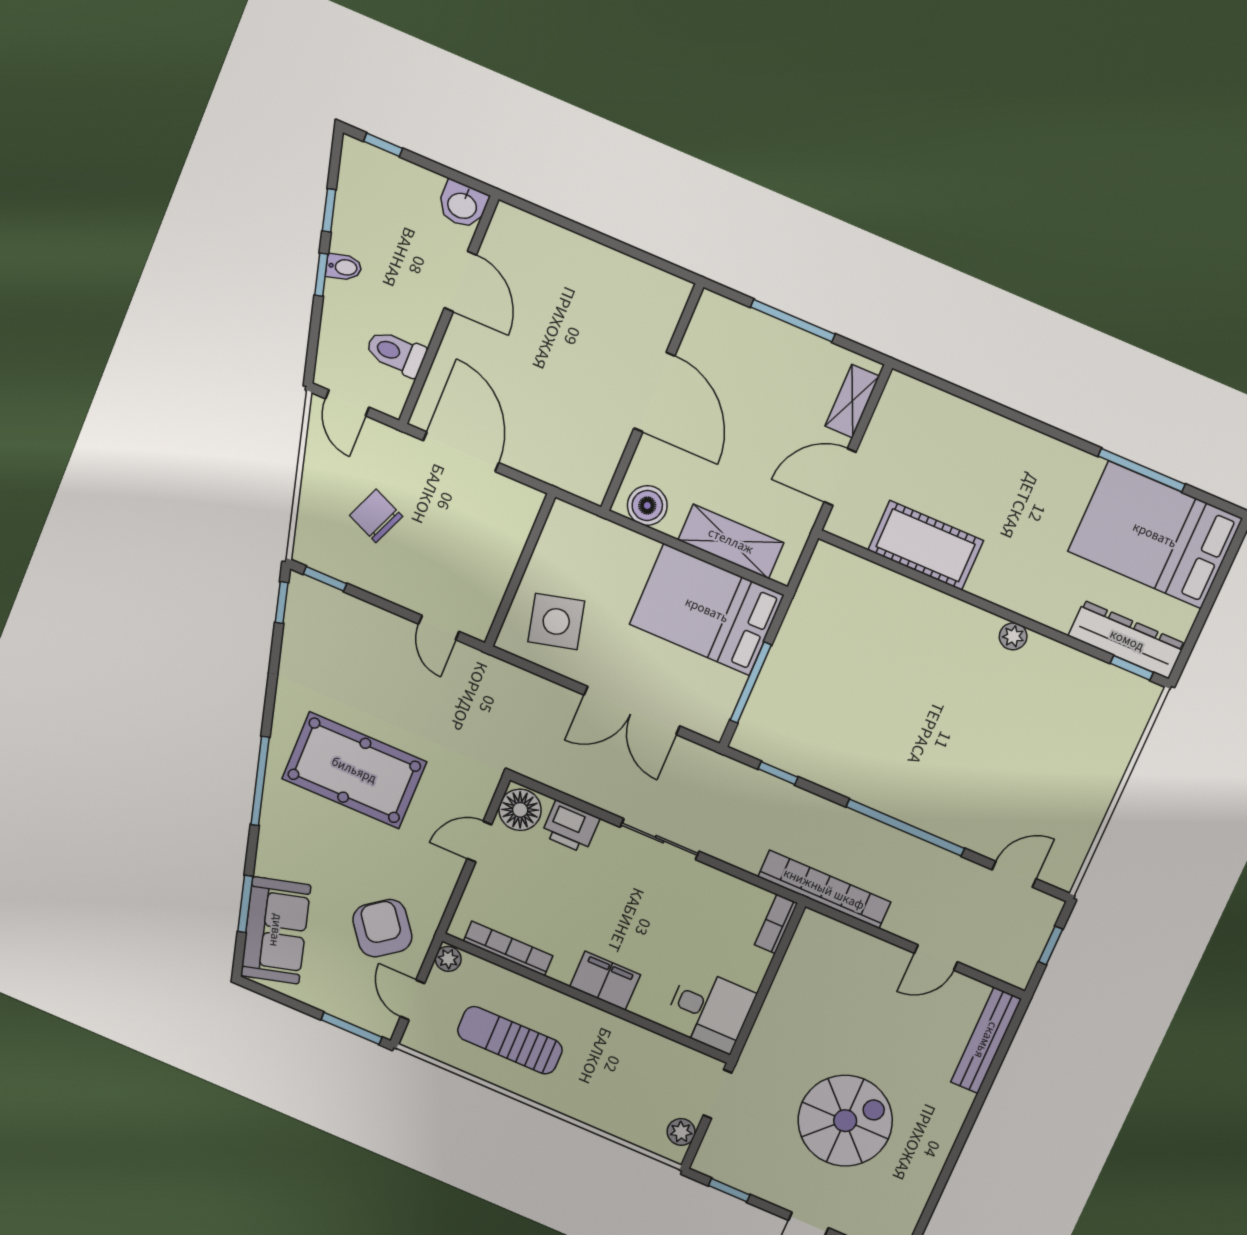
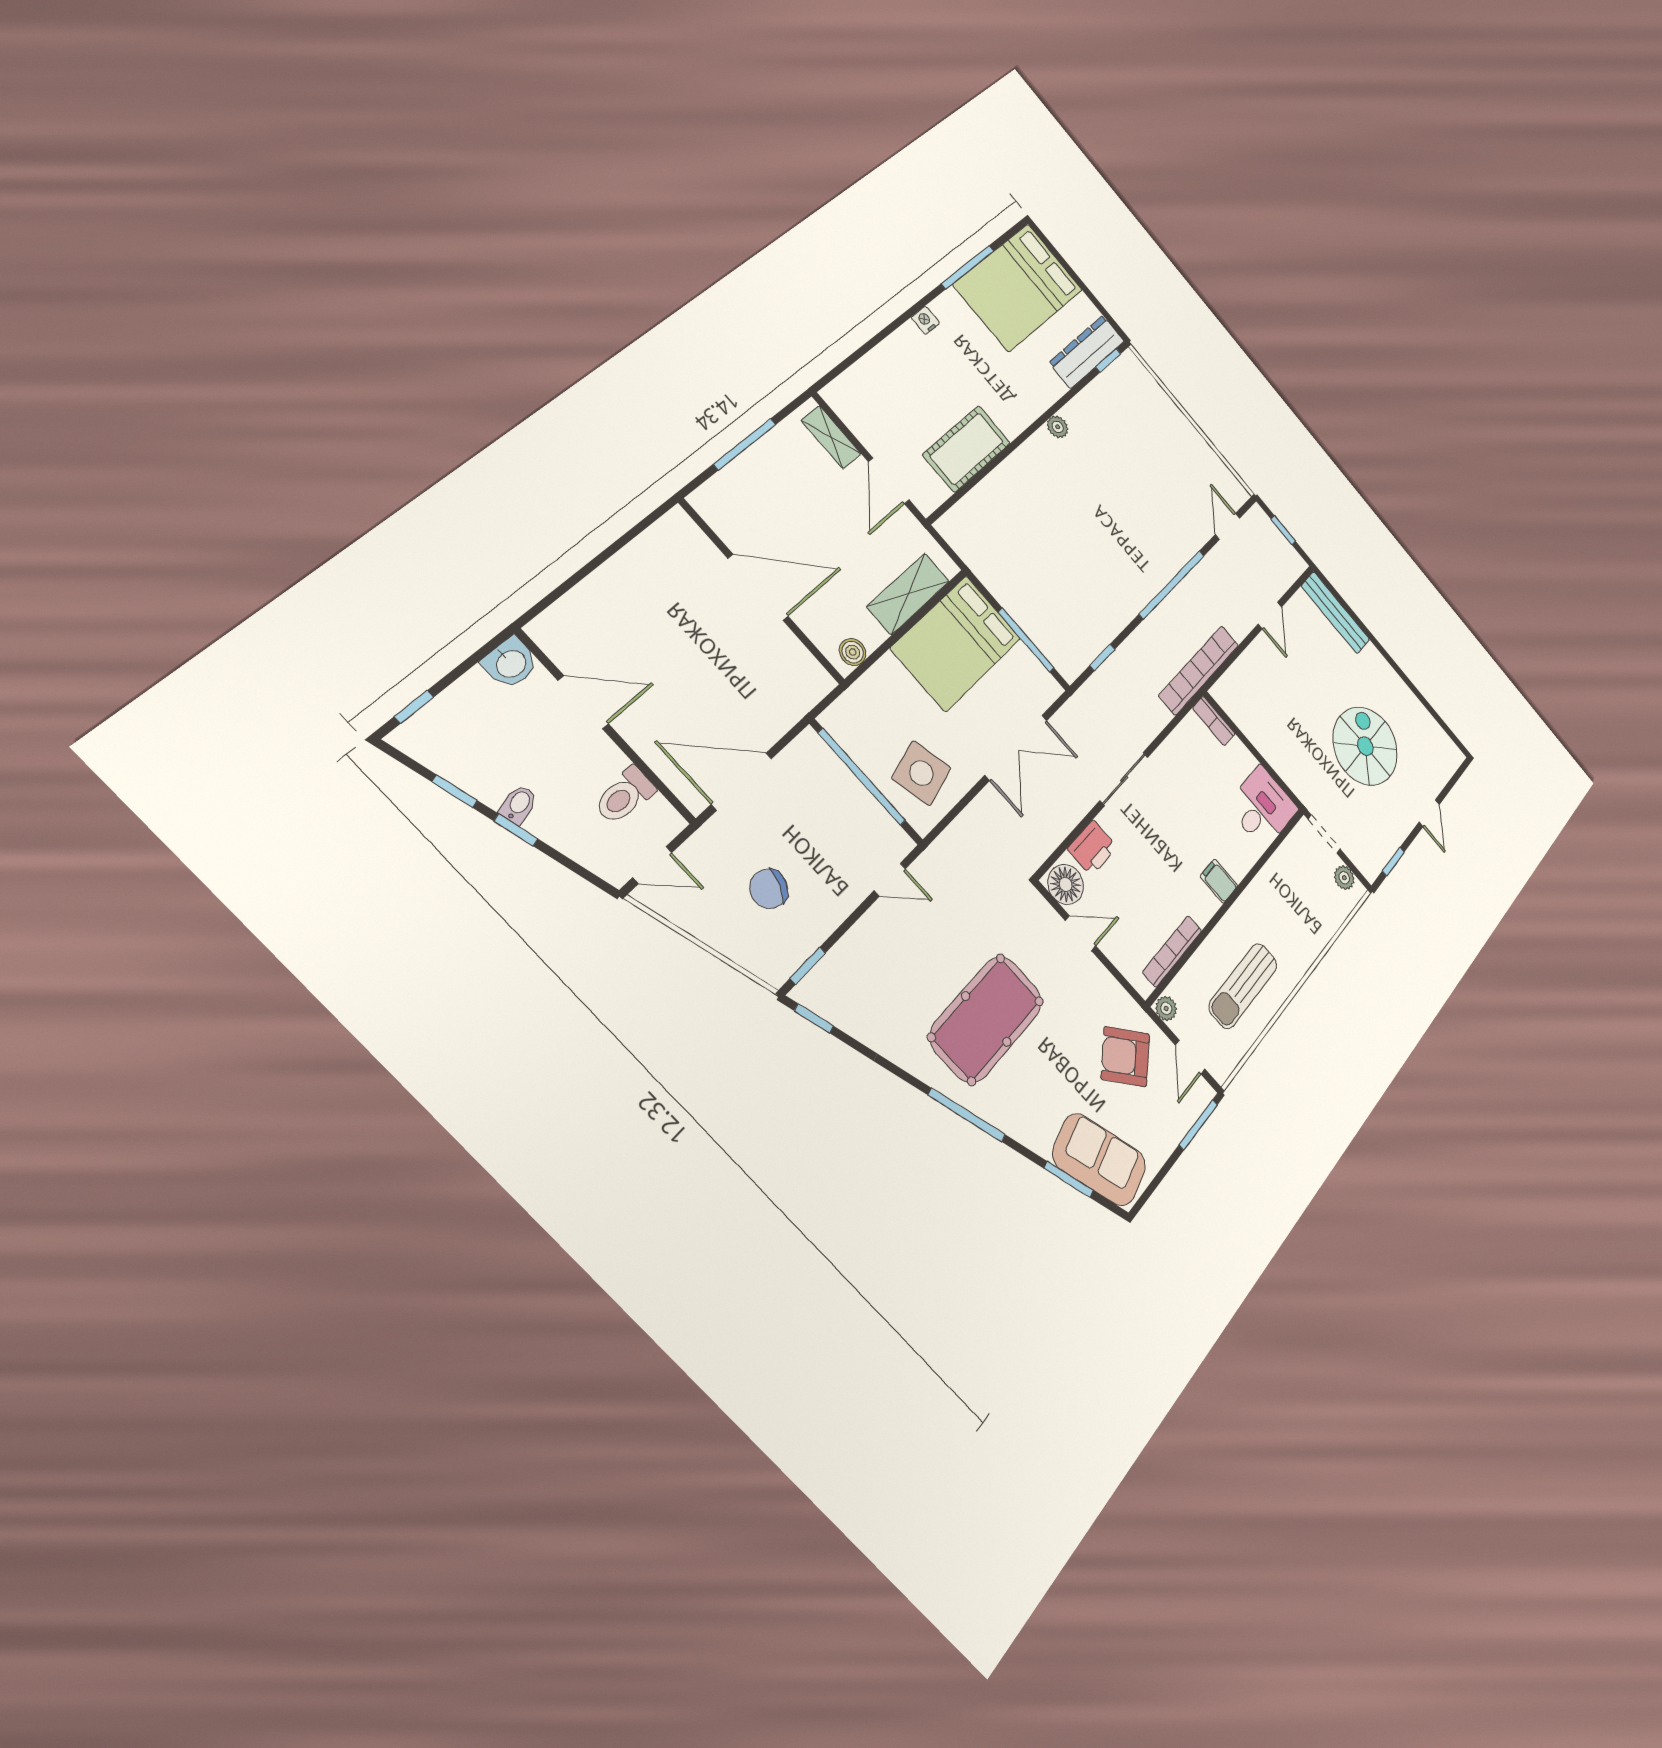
nightstand: (1047, 448) -> (925, 320), added
boiler: (647, 506) -> (853, 652), width x0.73, depth x0.73
window: (523, 564) -> (862, 777), added
door: (479, 842) -> (1081, 933), swing flipped
filing cabinet: (605, 981) -> (1219, 881), width x0.50
door: (413, 1000) -> (1190, 1057), hinge flipped

